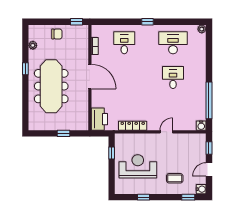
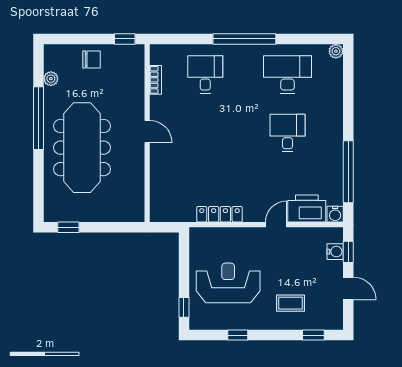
window: (147, 22) -> (244, 39), width x3.17
window: (25, 69) -> (38, 118), width x3.17
door: (90, 77) -> (147, 131), width x0.53
printer: (99, 119) -> (307, 208), moved, turned -90
window: (64, 133) -> (68, 227), moved
window: (112, 153) -> (184, 307), moved
door: (209, 170) -> (348, 288), swing flipped
water cooler: (201, 189) -> (335, 252), moved

